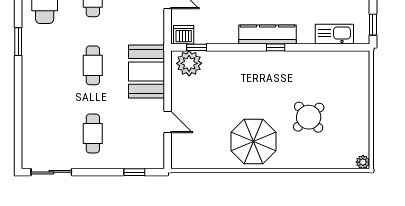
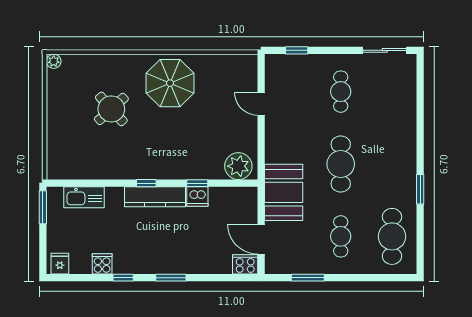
window: (373, 25) -> (43, 207), width x1.50
dishwasher: (184, 35) -> (197, 197), moved
window: (197, 47) -> (197, 183), moved
cafe table: (93, 65) -> (341, 164), width x1.37, depth x1.35
booth: (146, 71) -> (284, 192), moved

